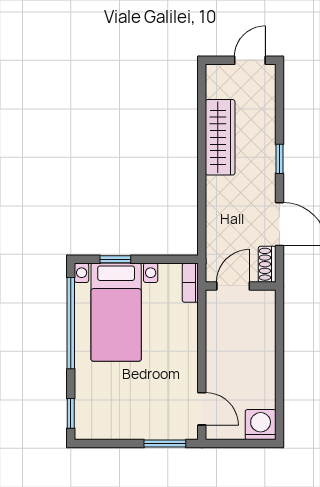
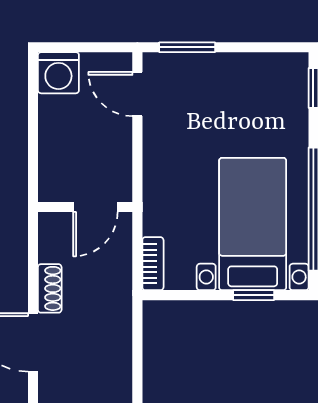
door: (233, 286) -> (95, 207), moved
wall: (241, 286) -> (85, 207), moved

